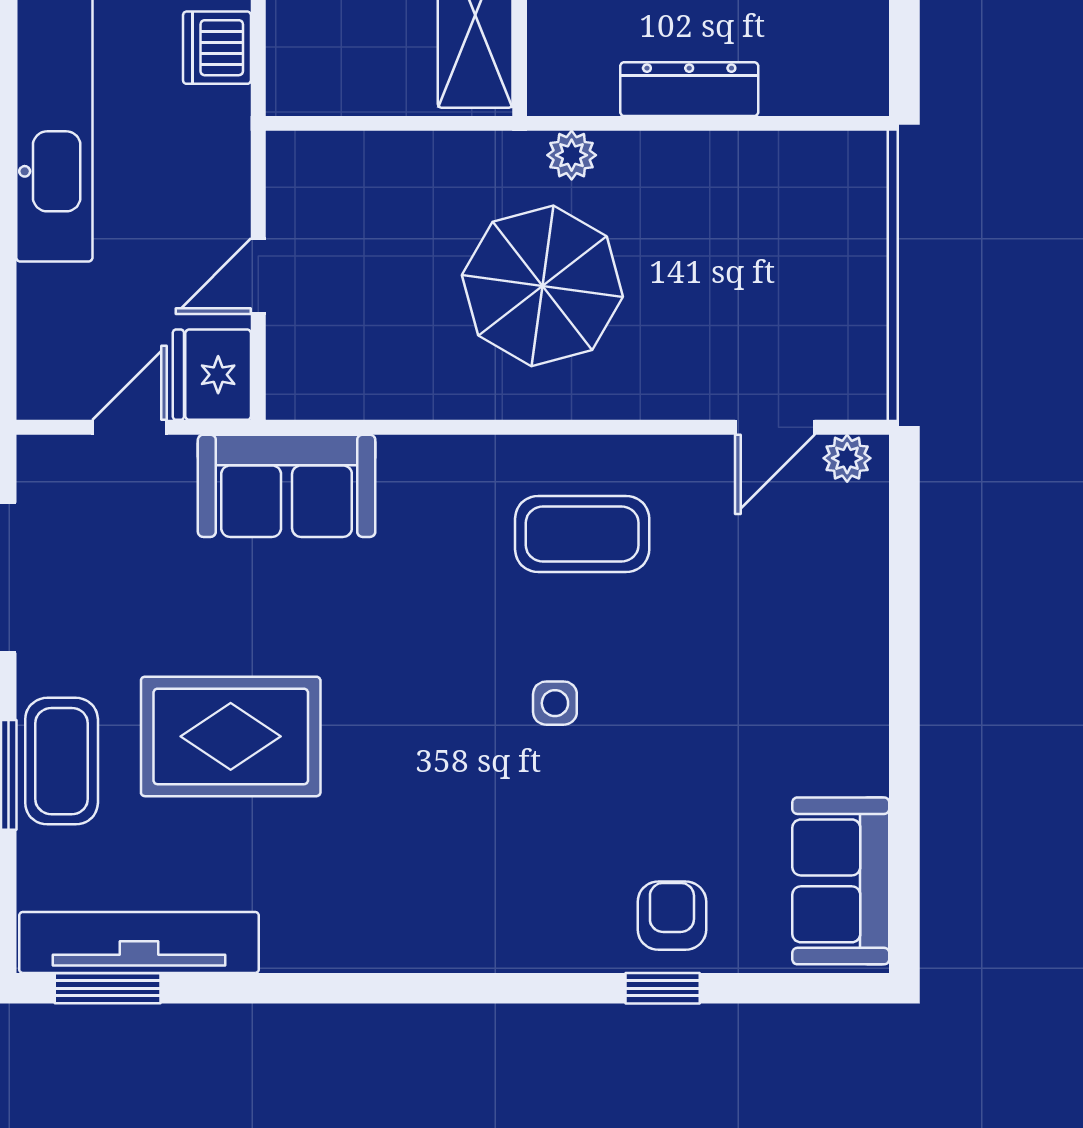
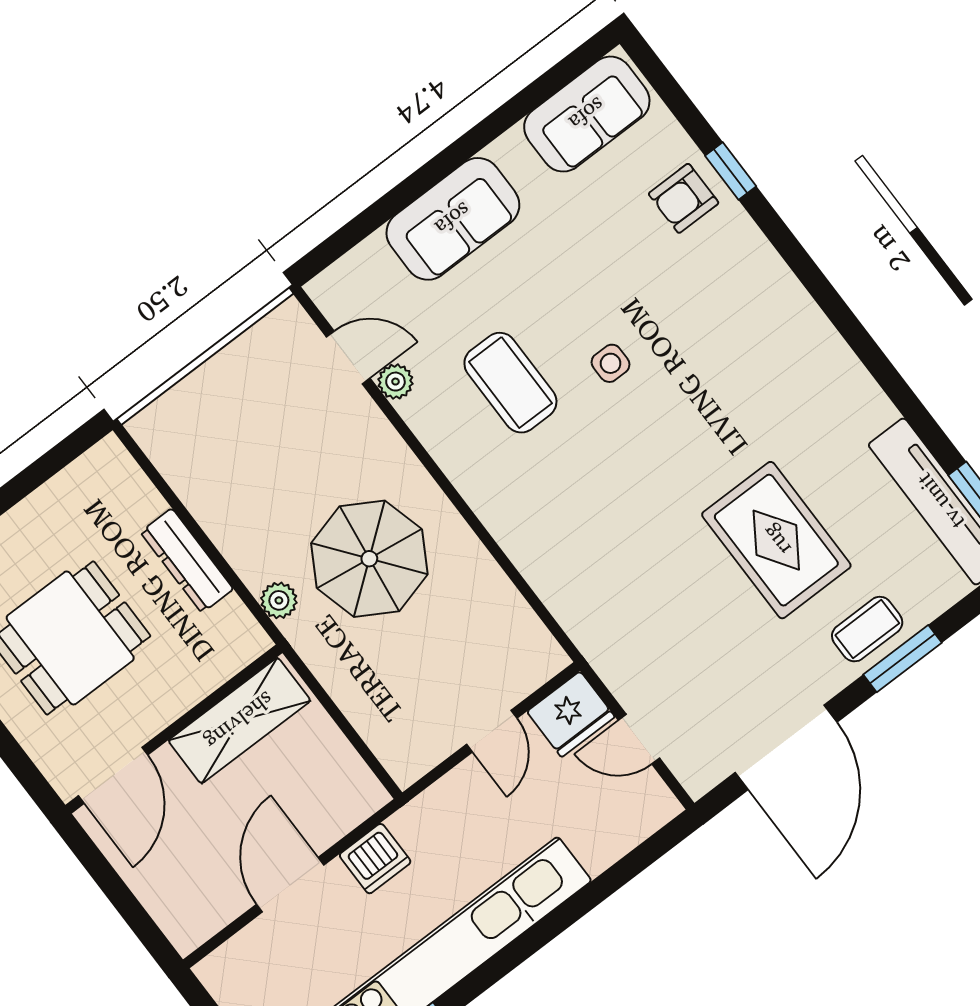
door: (258, 276) -> (492, 731), hinge flipped
plant: (847, 458) -> (395, 382), moved
sofa: (287, 486) -> (453, 219), moved, turned 90
coffee table: (582, 534) -> (510, 383), moved
coffee table: (62, 761) -> (867, 629), width x0.73, depth x0.77

